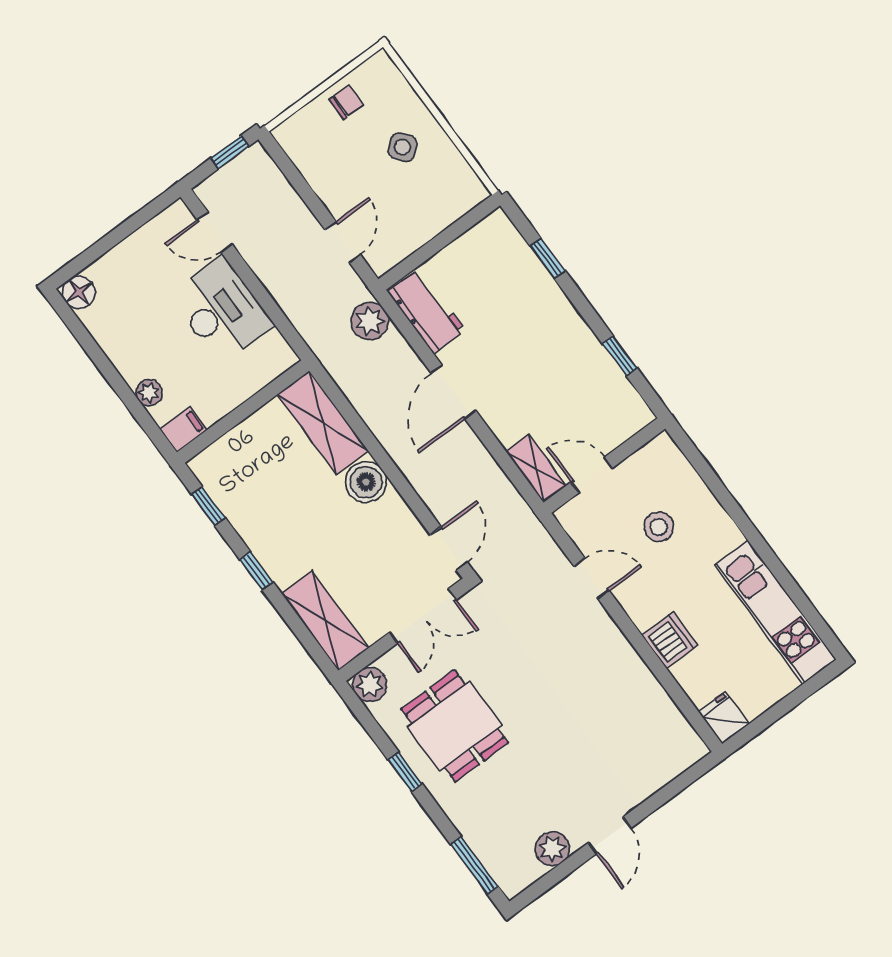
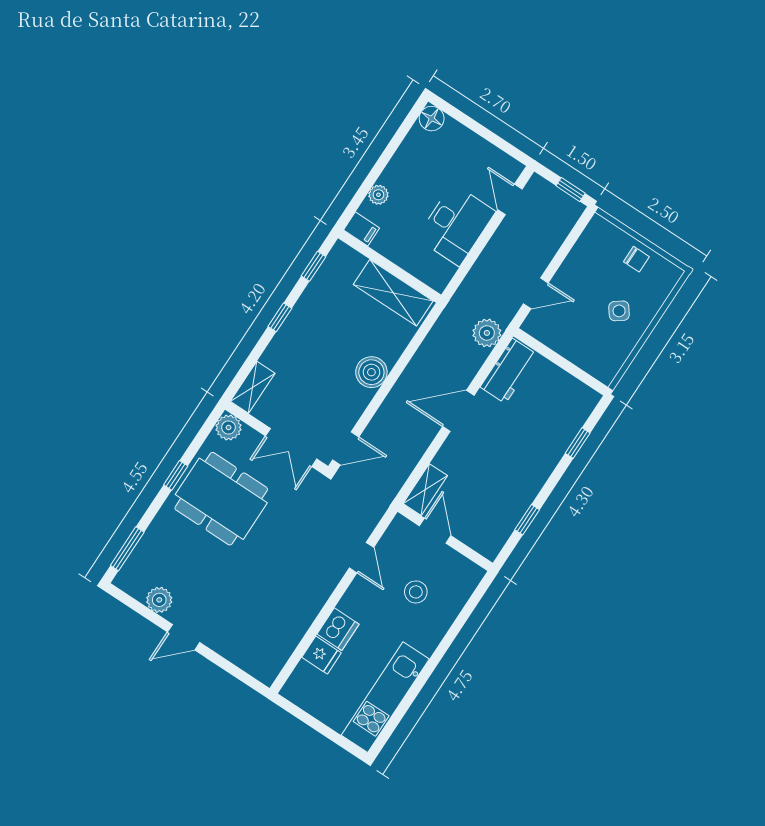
shelving: (323, 423) -> (393, 293), moved, turned 90
shelving: (325, 621) -> (253, 387), width x0.67, depth x0.75
fridge: (724, 718) -> (322, 655), moved, turned 90
dining table: (455, 726) -> (221, 499), width x1.38

